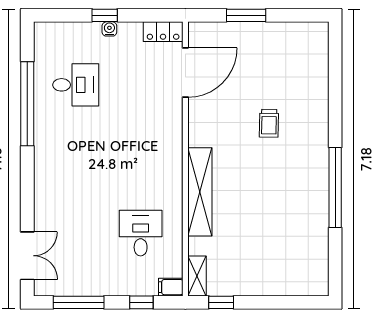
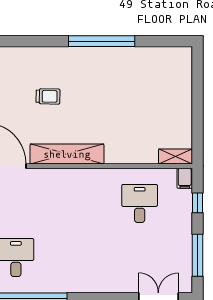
shelving: (200, 192) -> (67, 154), moved
desk: (141, 233) -> (140, 203), turned 90
window: (221, 302) -> (197, 136), removed

